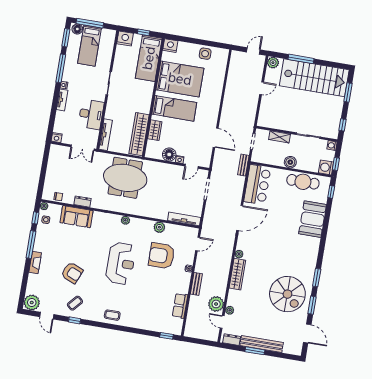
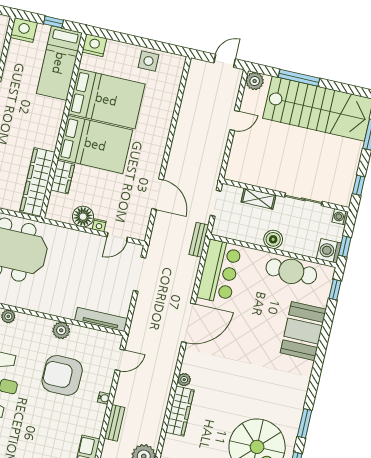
bed: (174, 108) -> (95, 144), width x1.50

